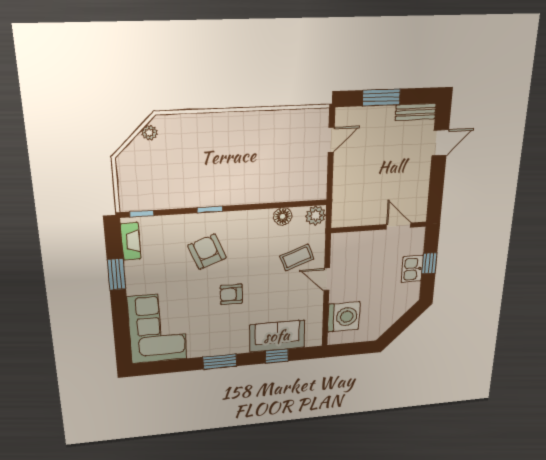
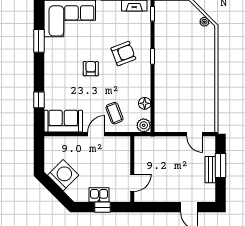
bench: (416, 112) -> (210, 170), moved
washing machine: (344, 317) -> (63, 175), moved, turned -135
sofa: (277, 336) -> (63, 121), moved, turned -90
window: (220, 362) -> (39, 41), moved

